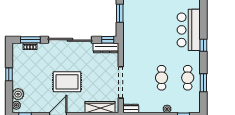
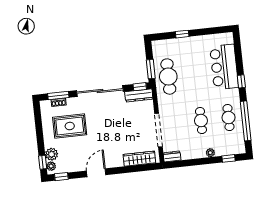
window: (120, 13) -> (151, 69), moved
cafe table: (135, 33) -> (168, 77), added
window: (9, 74) -> (43, 162), moved
rug: (67, 82) -> (70, 126), moved
window: (203, 83) -> (246, 121), width x2.11

